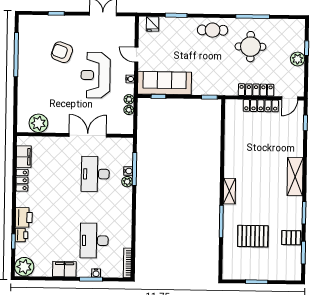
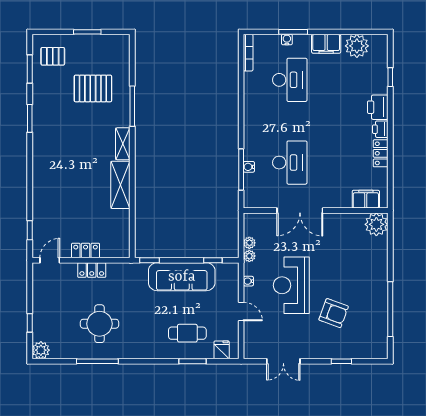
cafe table: (213, 30) -> (187, 333), moved
plant: (298, 59) -> (41, 350), moved
reception desk: (96, 75) -> (291, 285), turned 180
sofa: (164, 83) -> (182, 277), moved
locker: (256, 90) -> (92, 270), width x0.66
locker: (261, 106) -> (86, 251), width x0.66
plant: (38, 123) -> (376, 224), moved
filing cabinet: (24, 157) -> (366, 199), moved, turned 90
shelving: (295, 177) -> (120, 185), moved
plant: (127, 182) -> (250, 154), removed
printer: (21, 235) -> (380, 129), moved
pallet: (291, 238) -> (53, 56), moved
plant: (24, 267) -> (357, 46), moved

